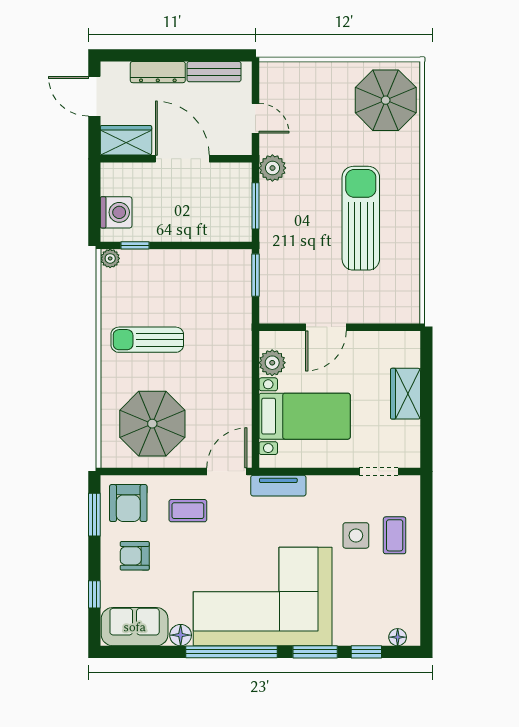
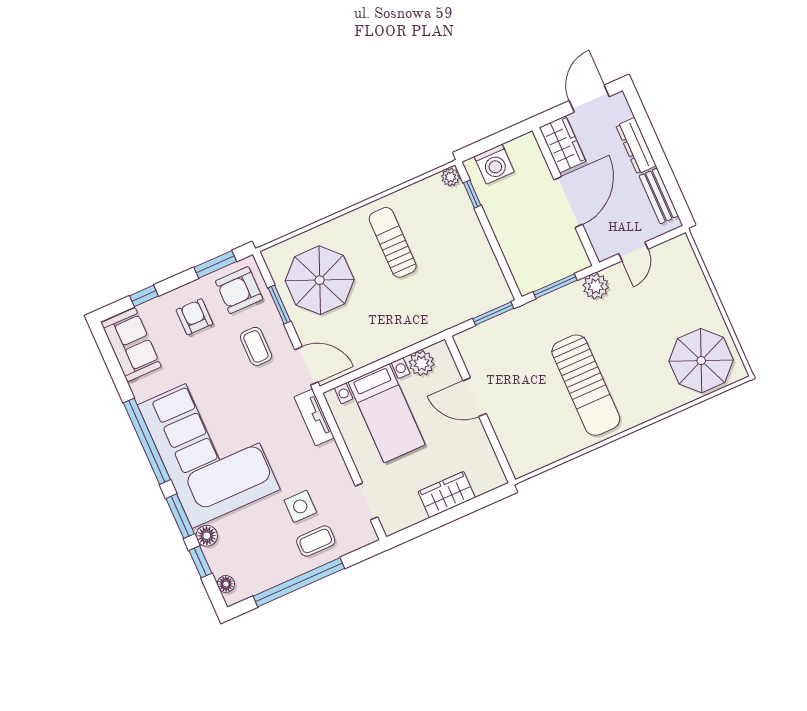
sun lounger: (361, 218) -> (586, 385), turned 90
window: (158, 471) -> (279, 305), added
window: (426, 568) -> (299, 582), added
floor lamp: (181, 635) -> (207, 536), moved

